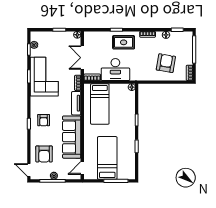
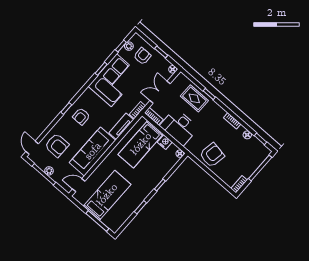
rug: (124, 42) -> (194, 98), moved
armchair: (49, 44) -> (142, 56), added
armchair: (166, 63) -> (212, 155), moved
nightstand: (115, 88) -> (165, 142), added
armchair: (44, 154) -> (57, 145), turned -90

